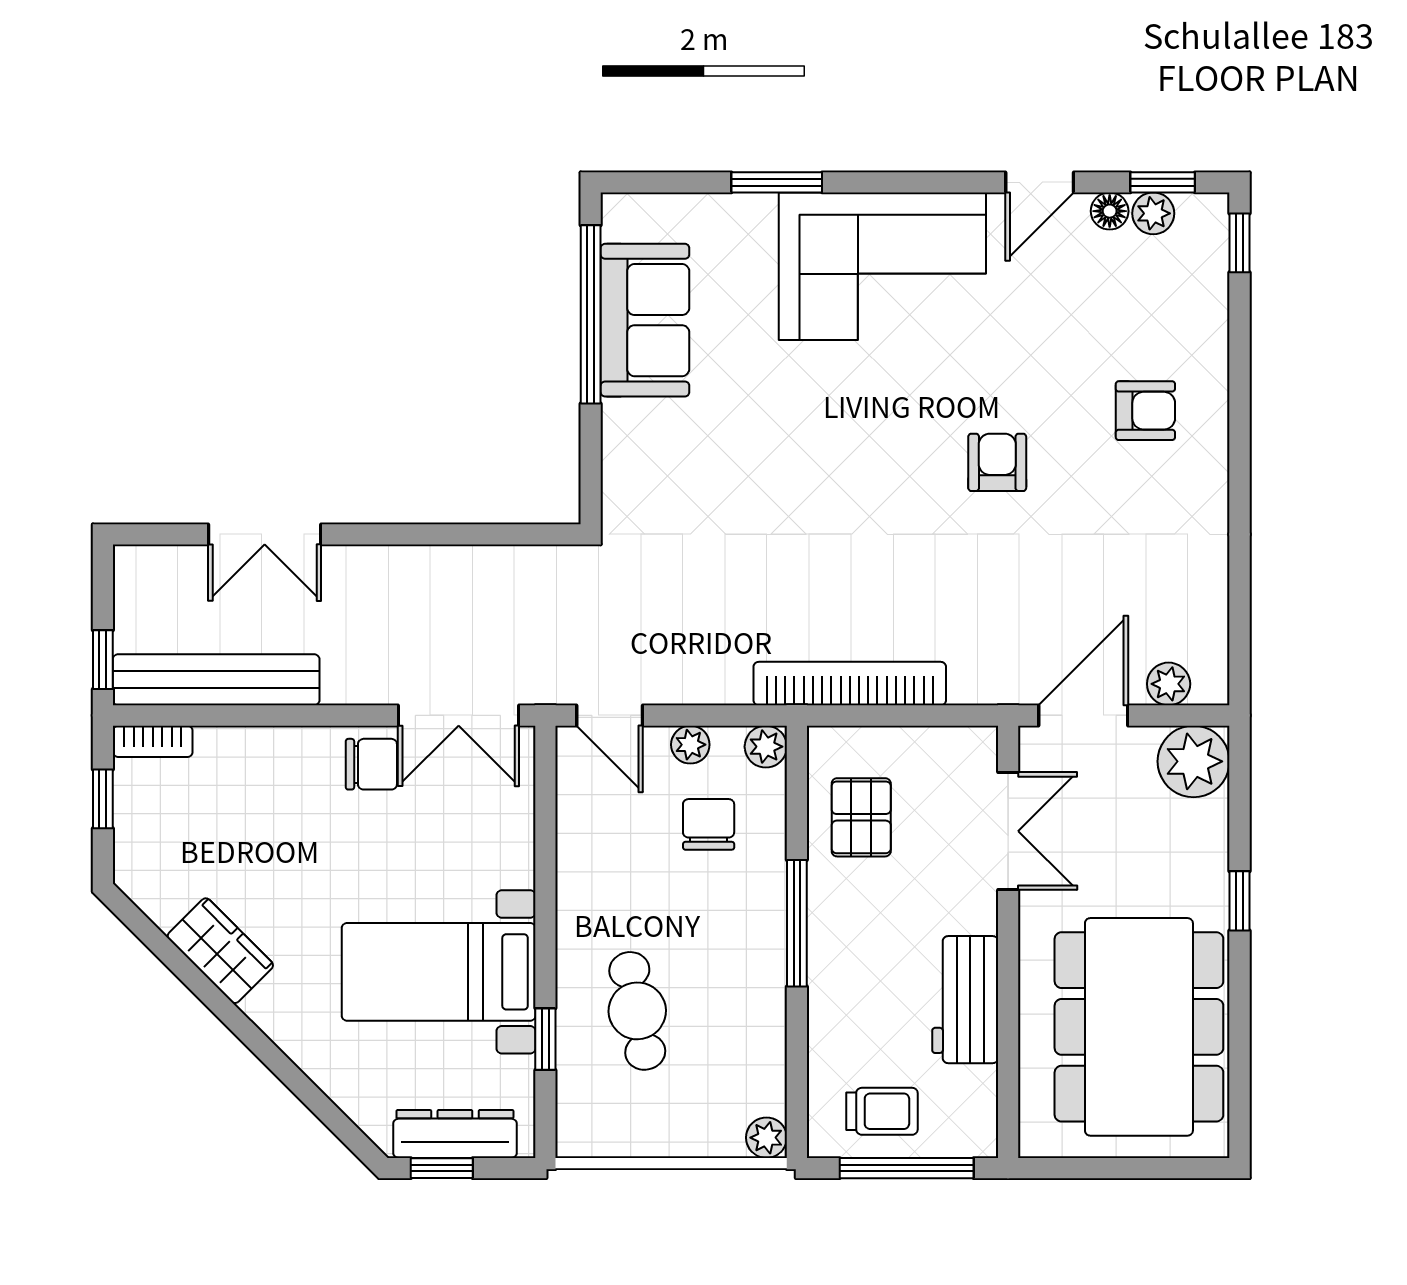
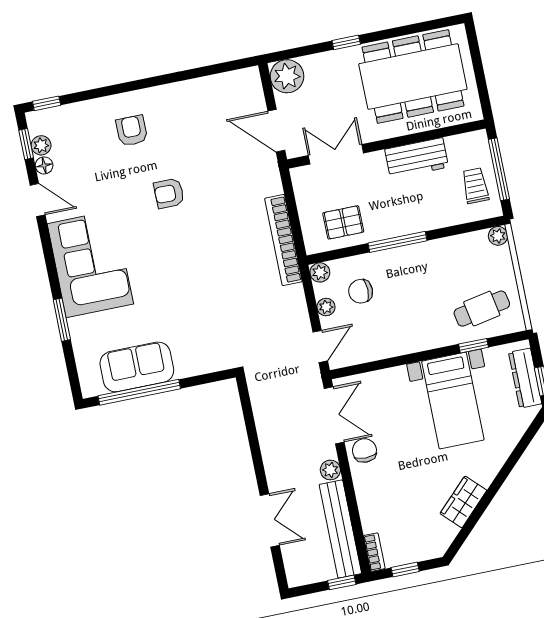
plant: (1169, 684) -> (330, 470), moved
cafe table: (637, 1011) -> (482, 309), moved

